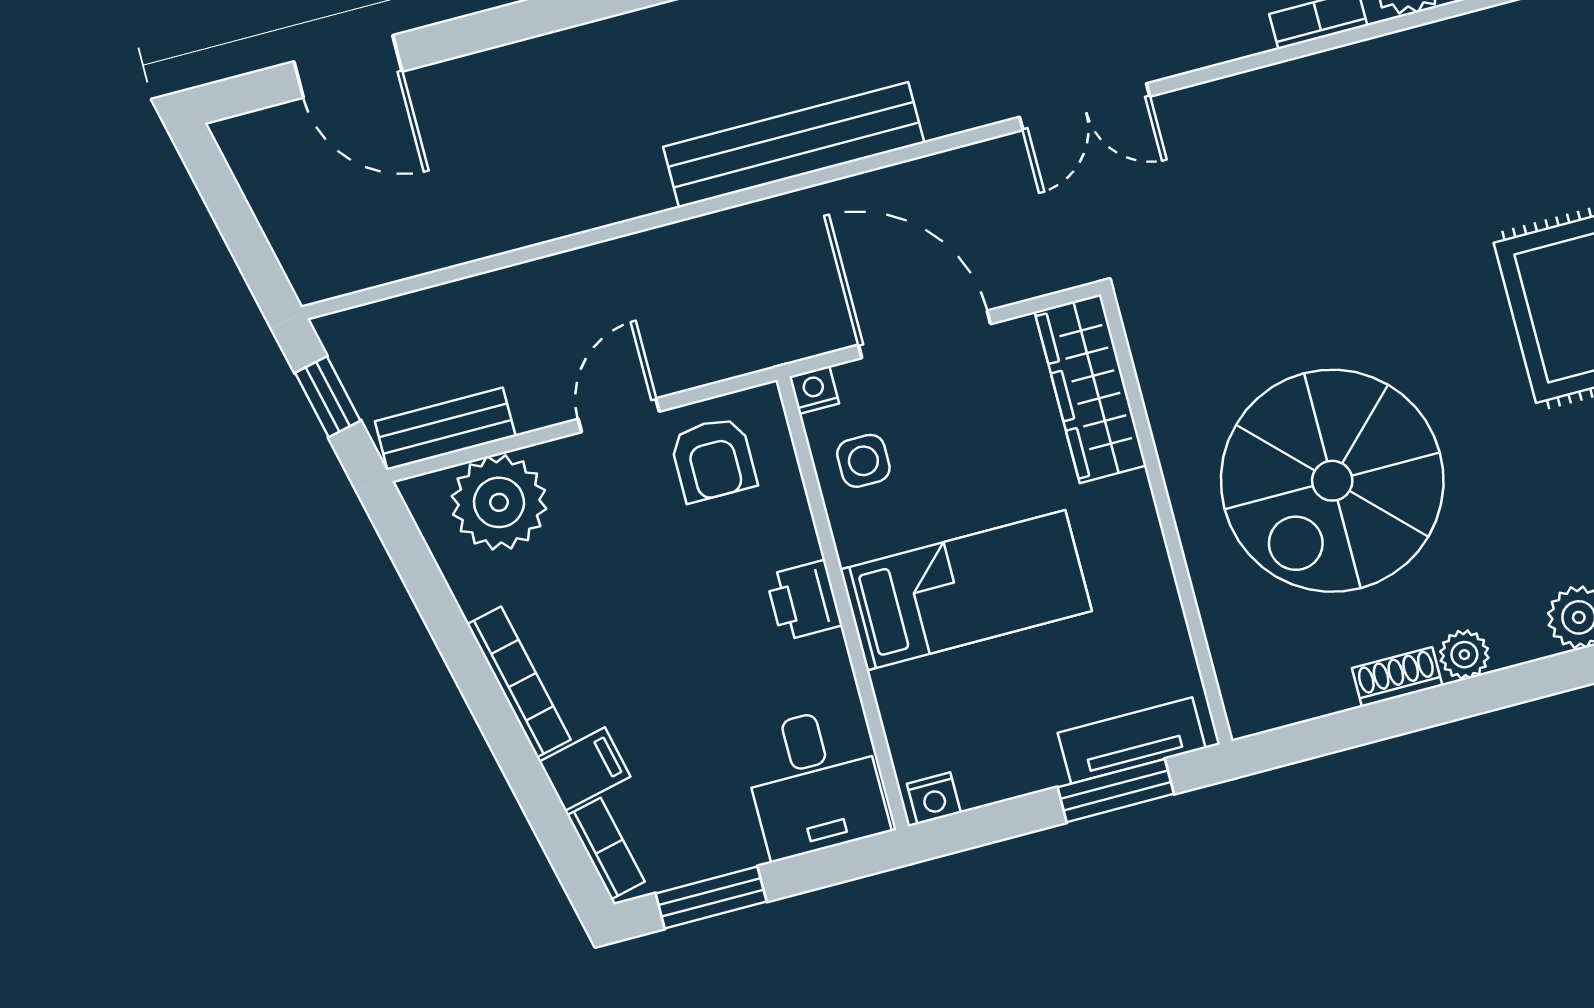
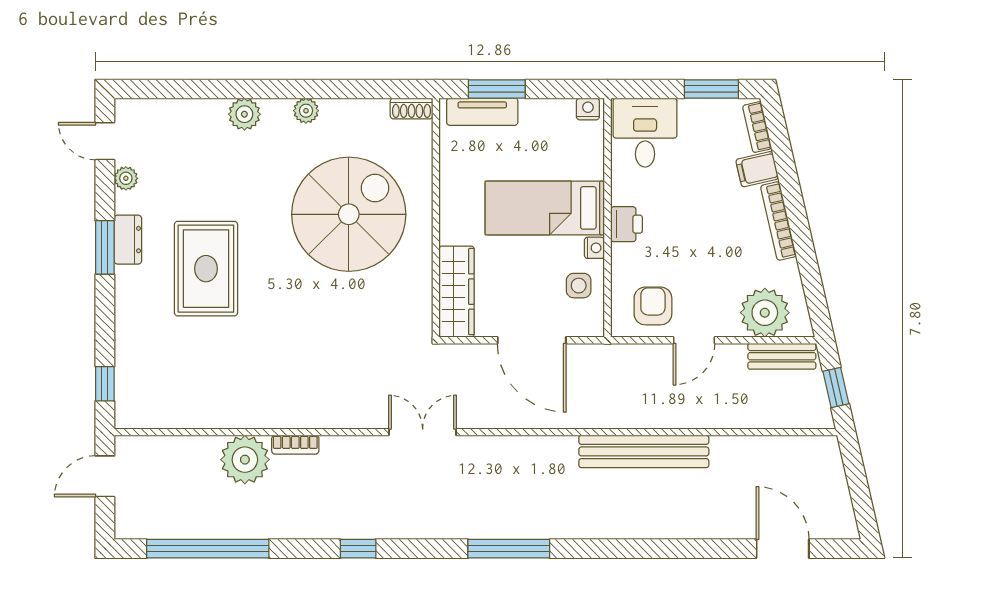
bench: (794, 145) -> (644, 451), moved
nightstand: (814, 390) -> (594, 248), moved, turned -90
shoe rack: (1397, 677) -> (412, 108), moved

